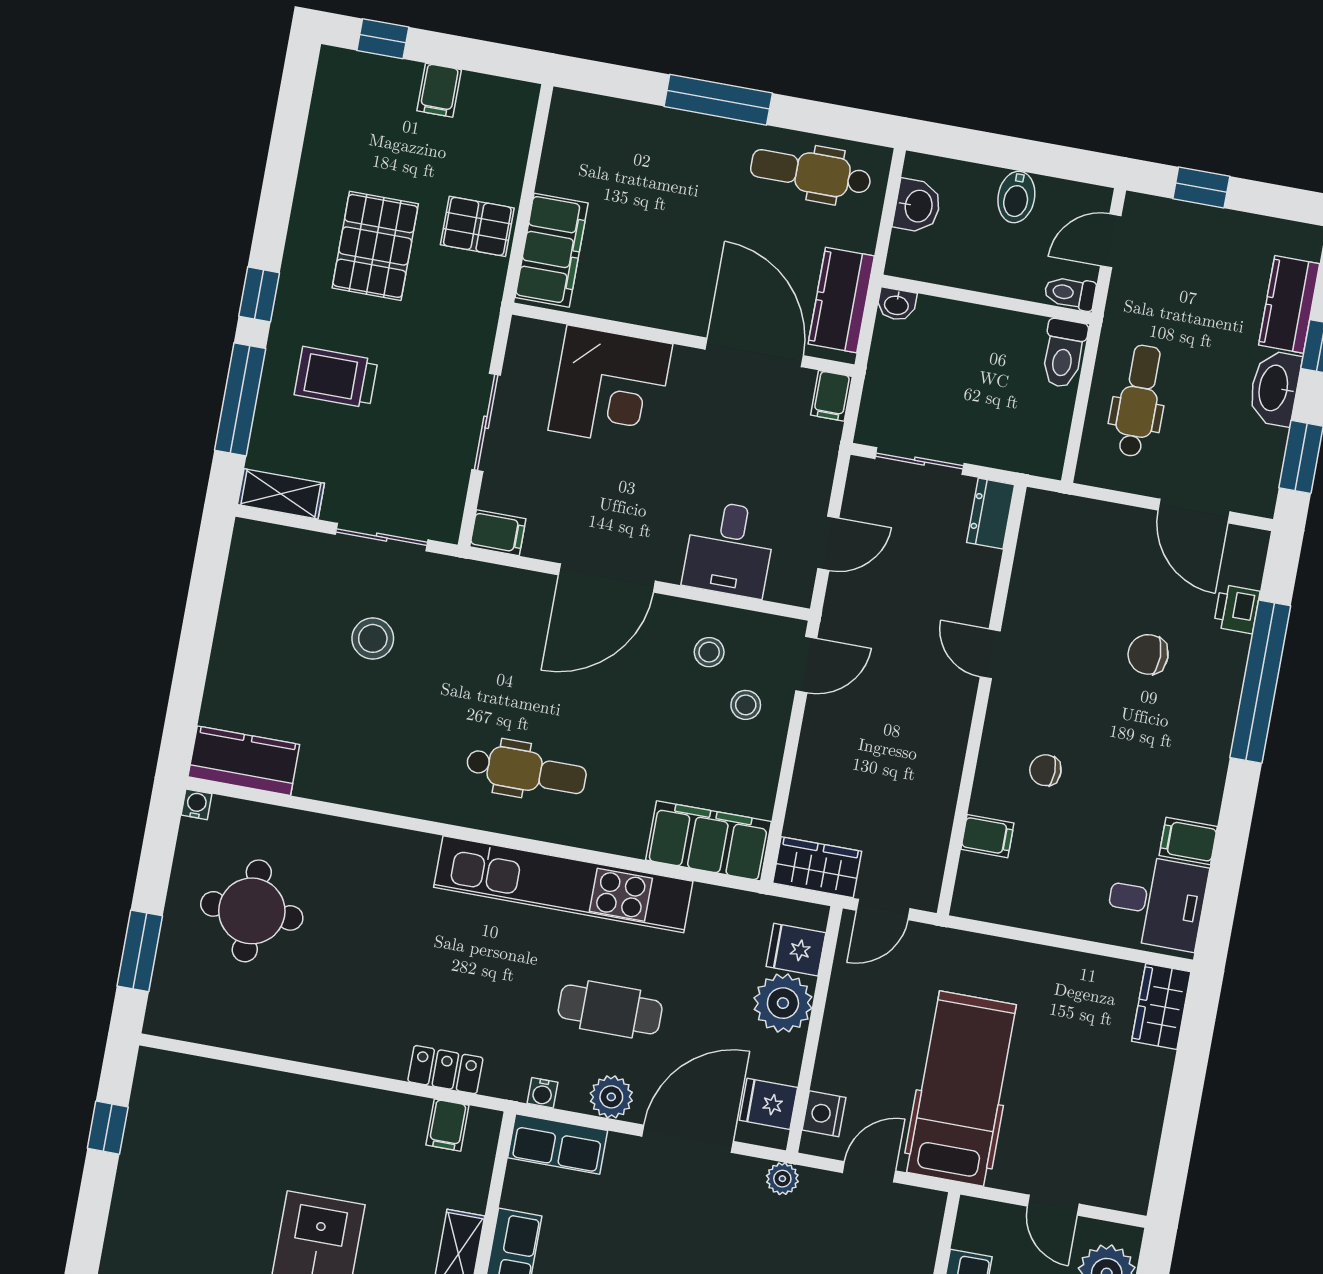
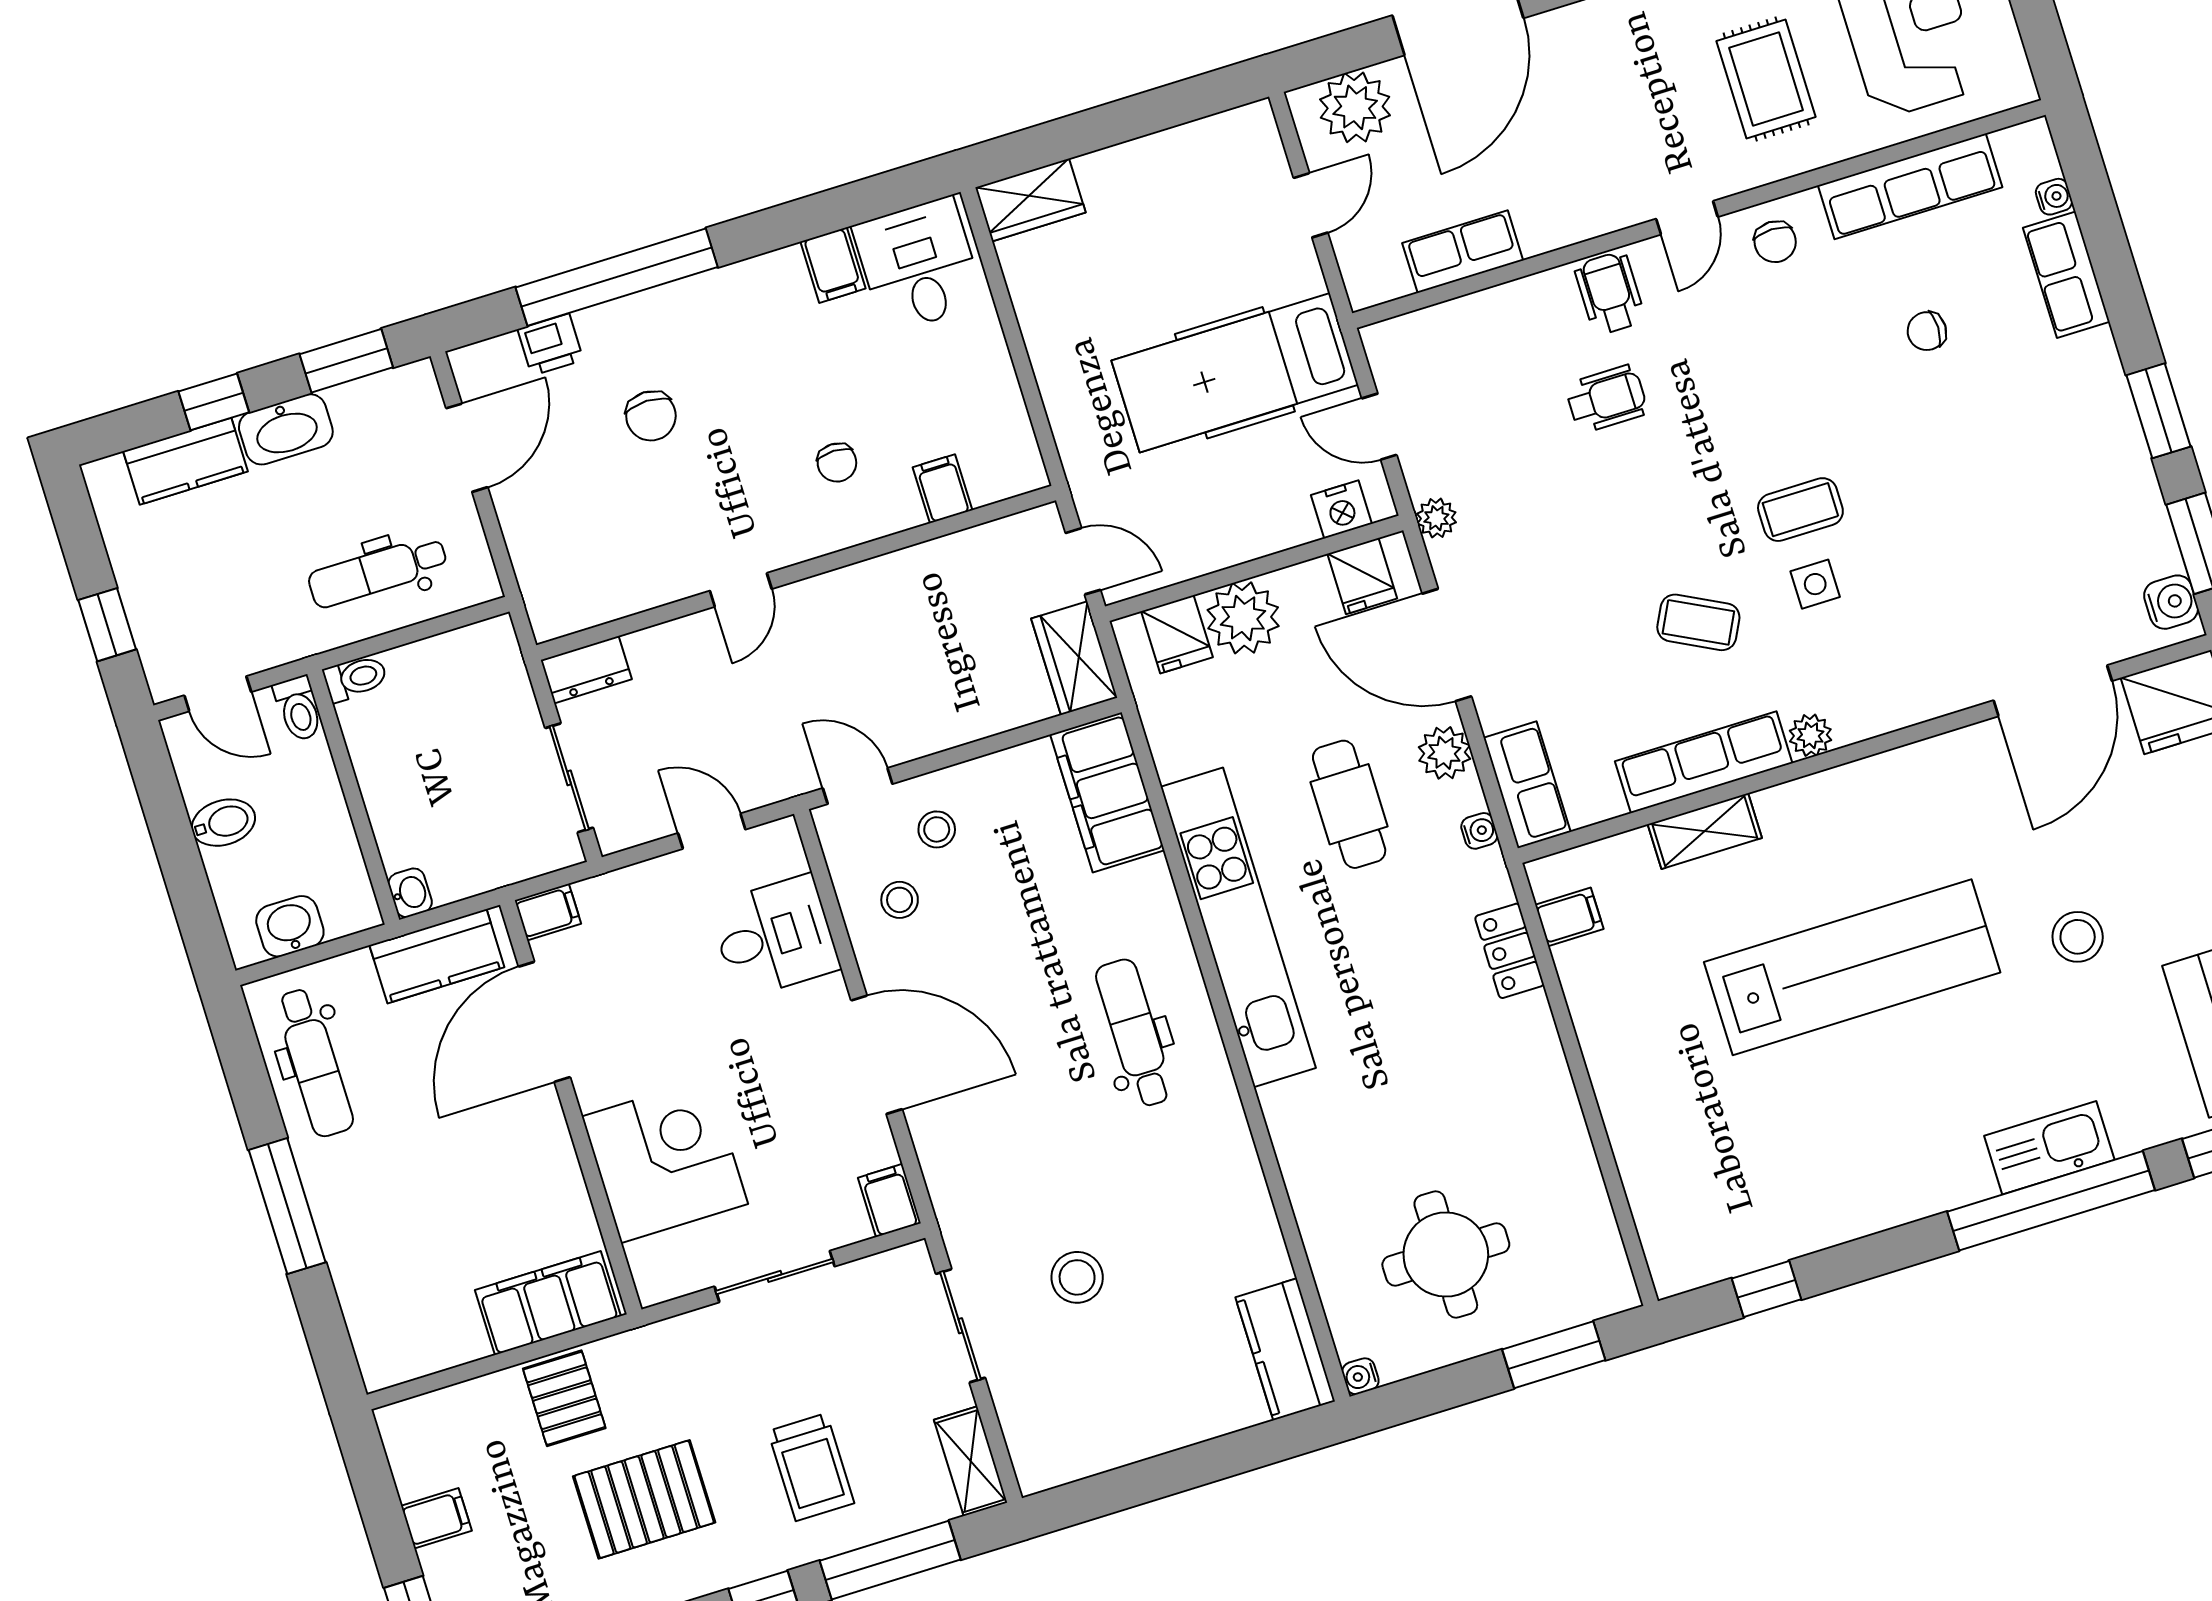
toilet: (1064, 353) -> (355, 678), width x0.73, depth x0.72

